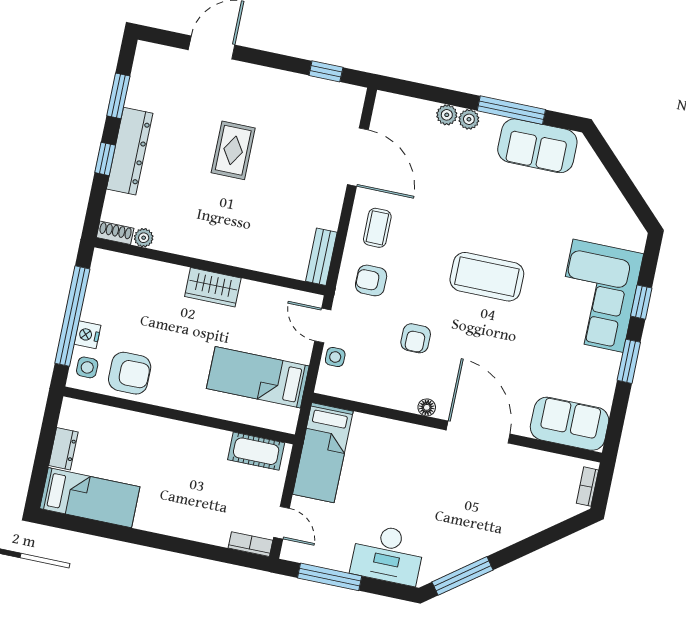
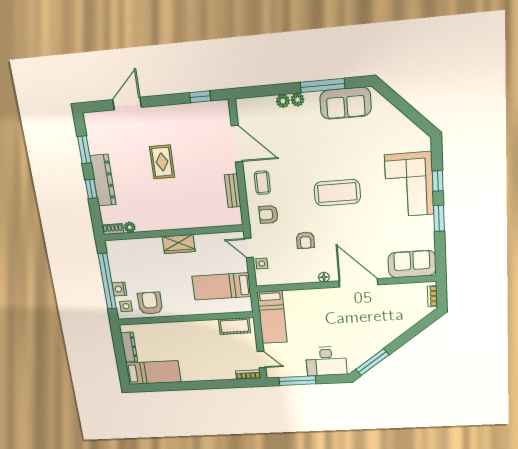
bench: (321, 257) -> (233, 191), moved
armchair: (130, 373) -> (150, 303), turned -90
dresser: (63, 449) -> (129, 347), width x1.44

